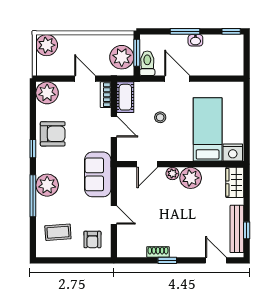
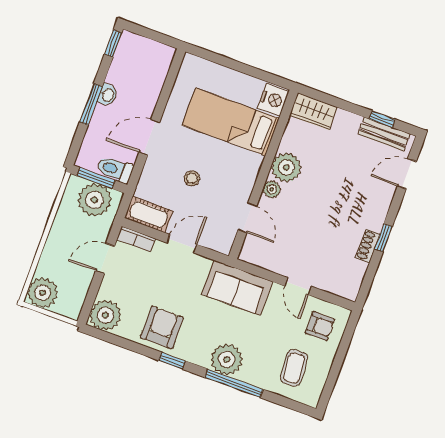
door: (114, 215) -> (298, 286), swing flipped
bench: (237, 229) -> (384, 134), width x0.73

